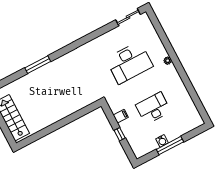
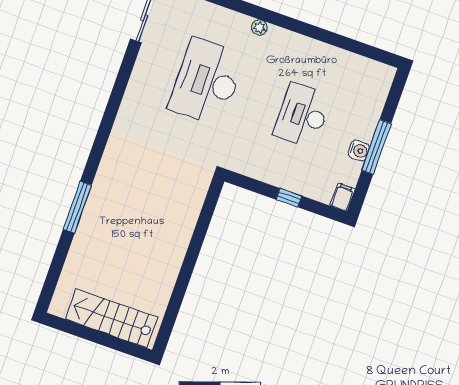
desk: (129, 63) -> (207, 82), turned 180
filing cabinet: (121, 116) -> (343, 197), moved

